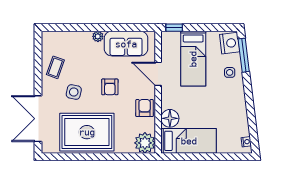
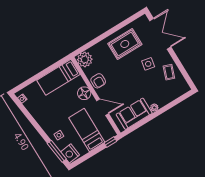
armchair: (110, 87) -> (128, 81), removed
floor lamp: (170, 118) -> (84, 93), moved
rug: (87, 132) -> (125, 44), width x0.73, depth x0.69

